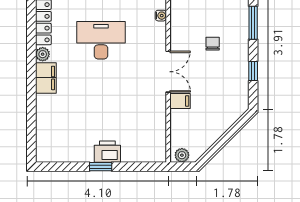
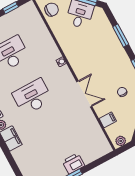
chair: (213, 44) -> (122, 92), moved
filing cabinet: (180, 101) -> (108, 120), moved

